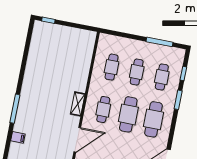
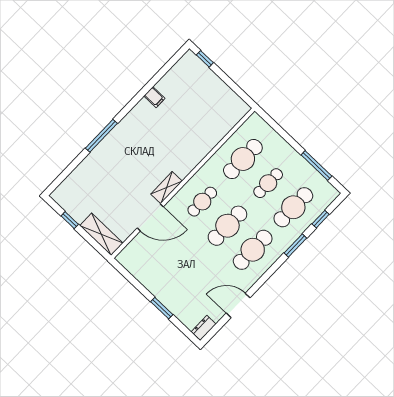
cafe table: (112, 67) -> (243, 159), width x1.37, depth x1.35
cafe table: (162, 77) -> (293, 207), width x1.37, depth x1.35
shelving: (78, 104) -> (166, 188), moved
filing cabinet: (18, 137) -> (154, 97), moved

